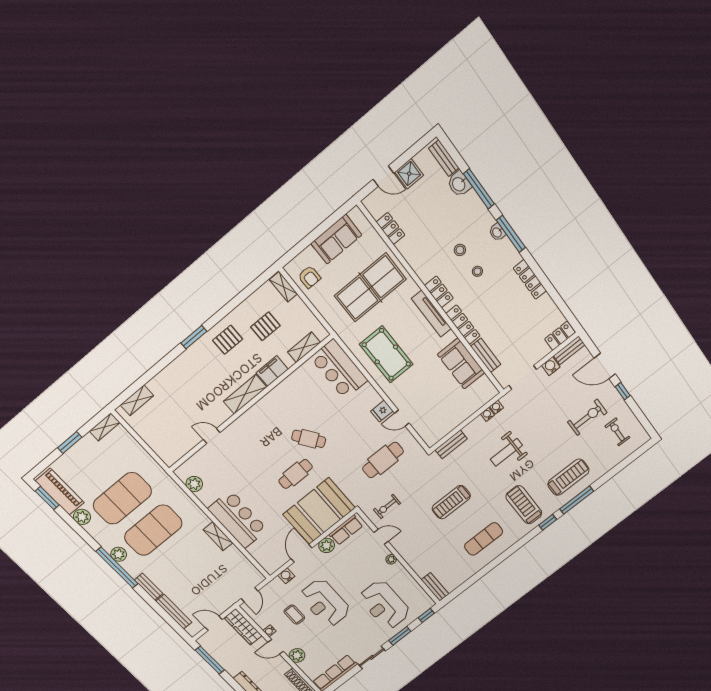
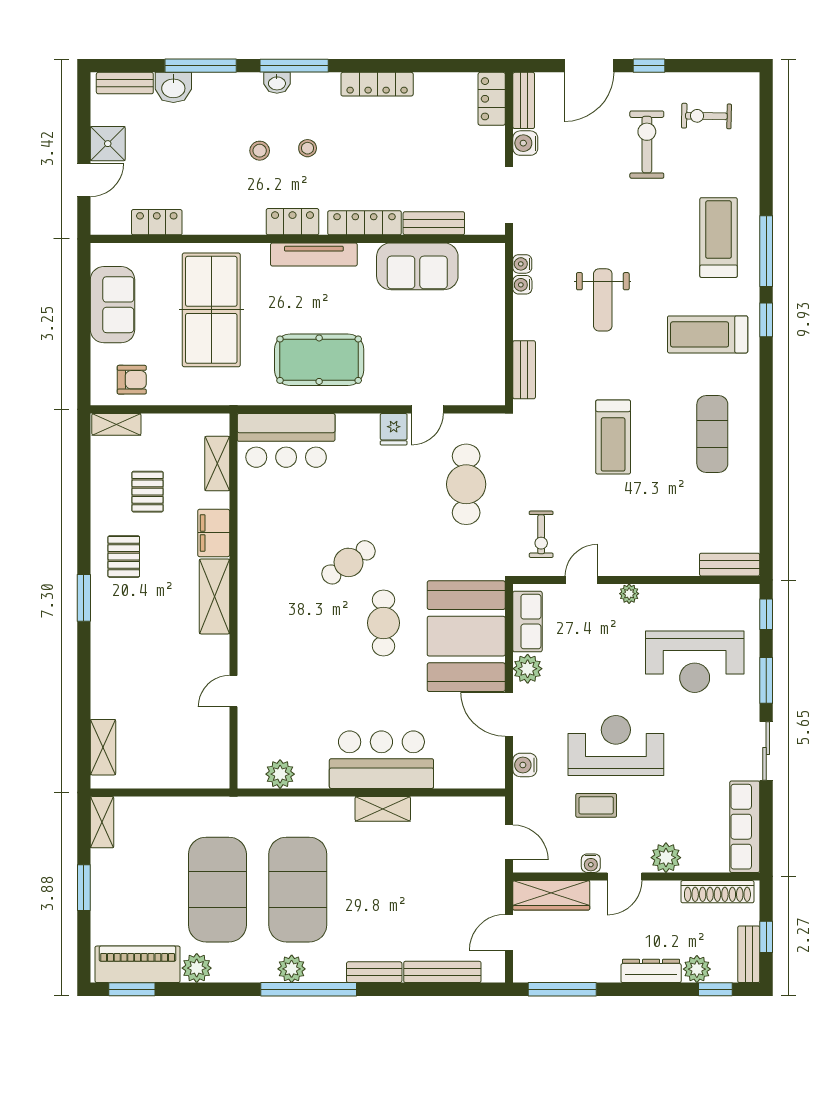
reception desk: (325, 603) -> (616, 745), turned 180

